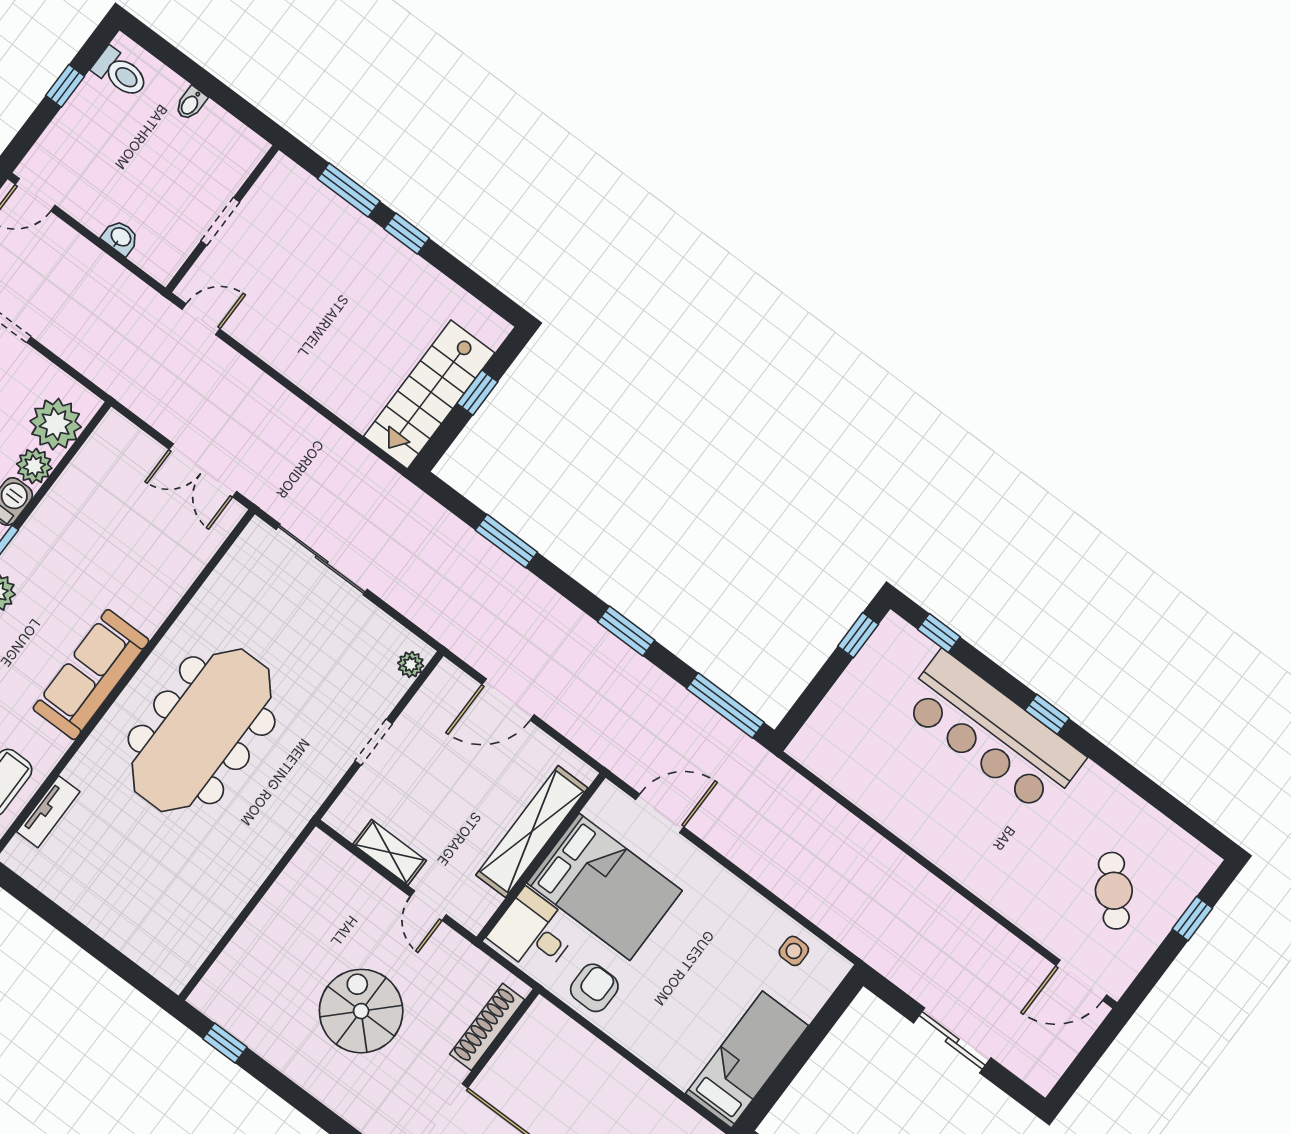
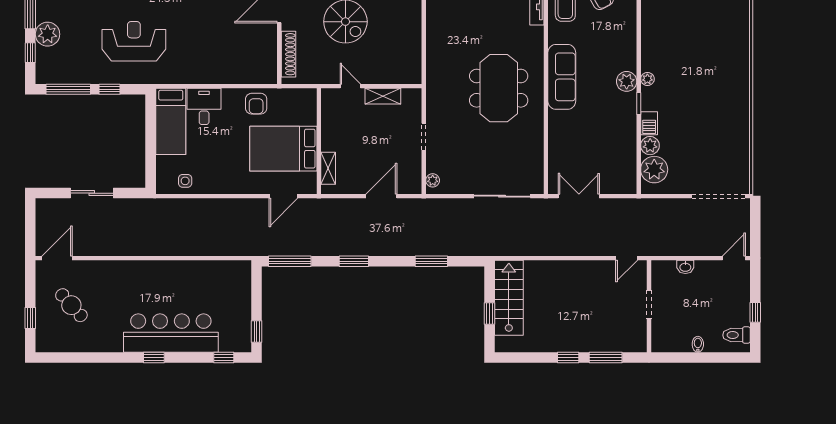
meeting table: (202, 730) -> (499, 88), width x0.73
shelving: (532, 832) -> (328, 168), width x0.45, depth x0.75
desk: (534, 932) -> (204, 106), moved, turned -90

